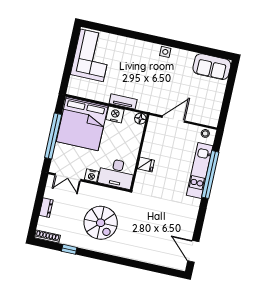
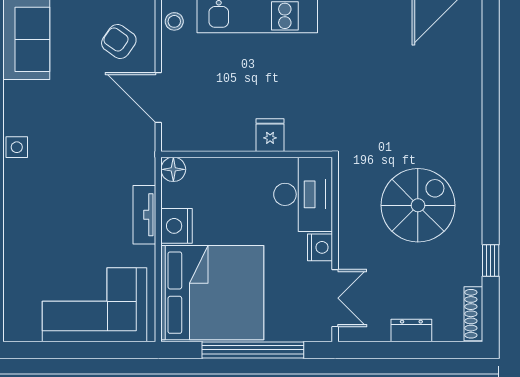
corner sofa: (92, 55) -> (94, 305), moved
armchair: (202, 107) -> (119, 41), added

